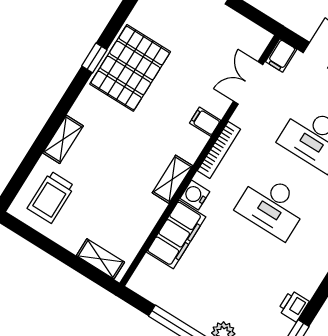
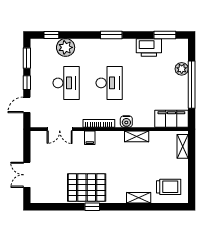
filing cabinet: (281, 55) -> (38, 122), removed
shelving: (172, 179) -> (137, 136), moved
filing cabinet: (176, 234) -> (171, 119), moved
printer: (293, 306) -> (149, 47), width x1.87, depth x1.48

